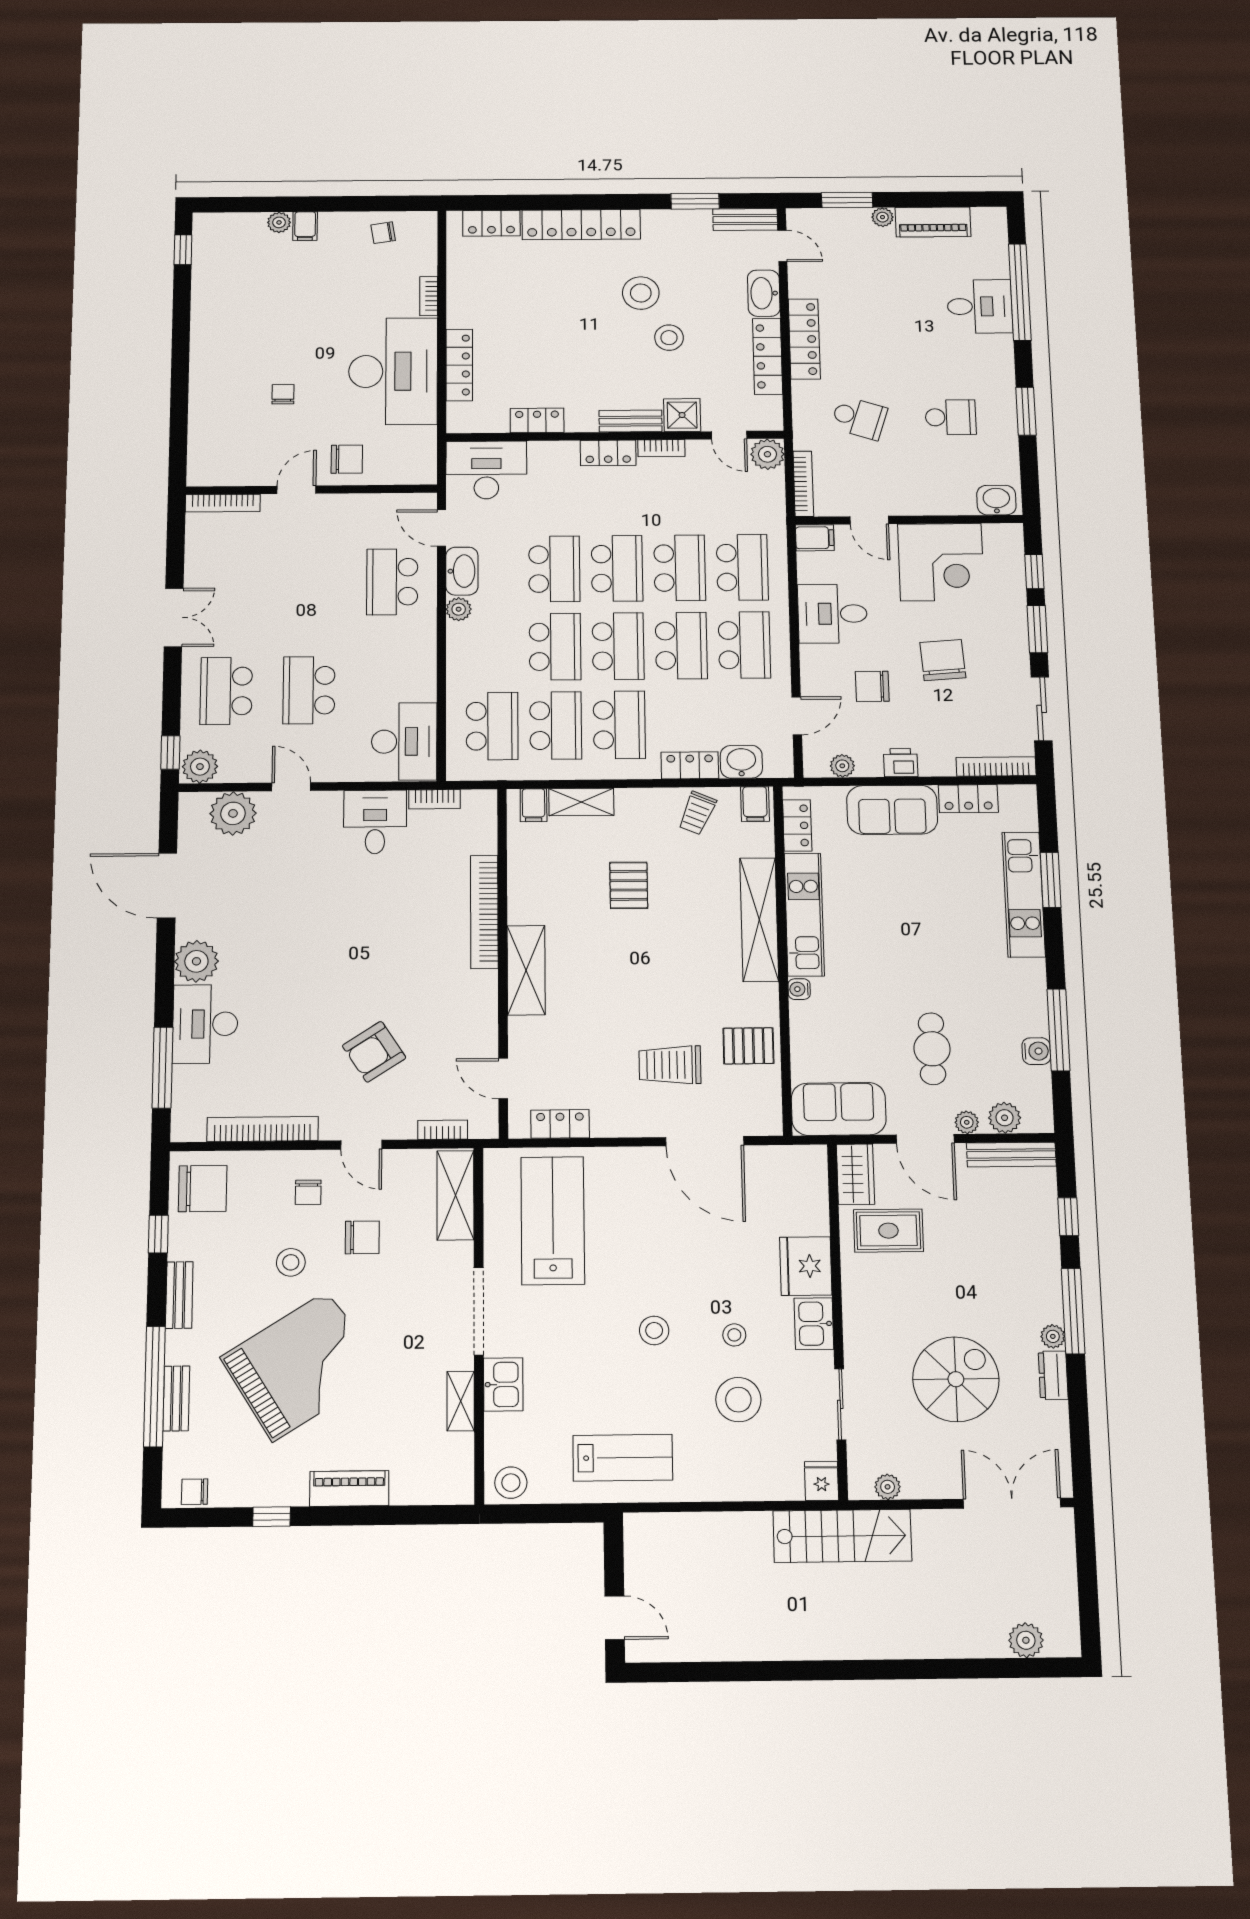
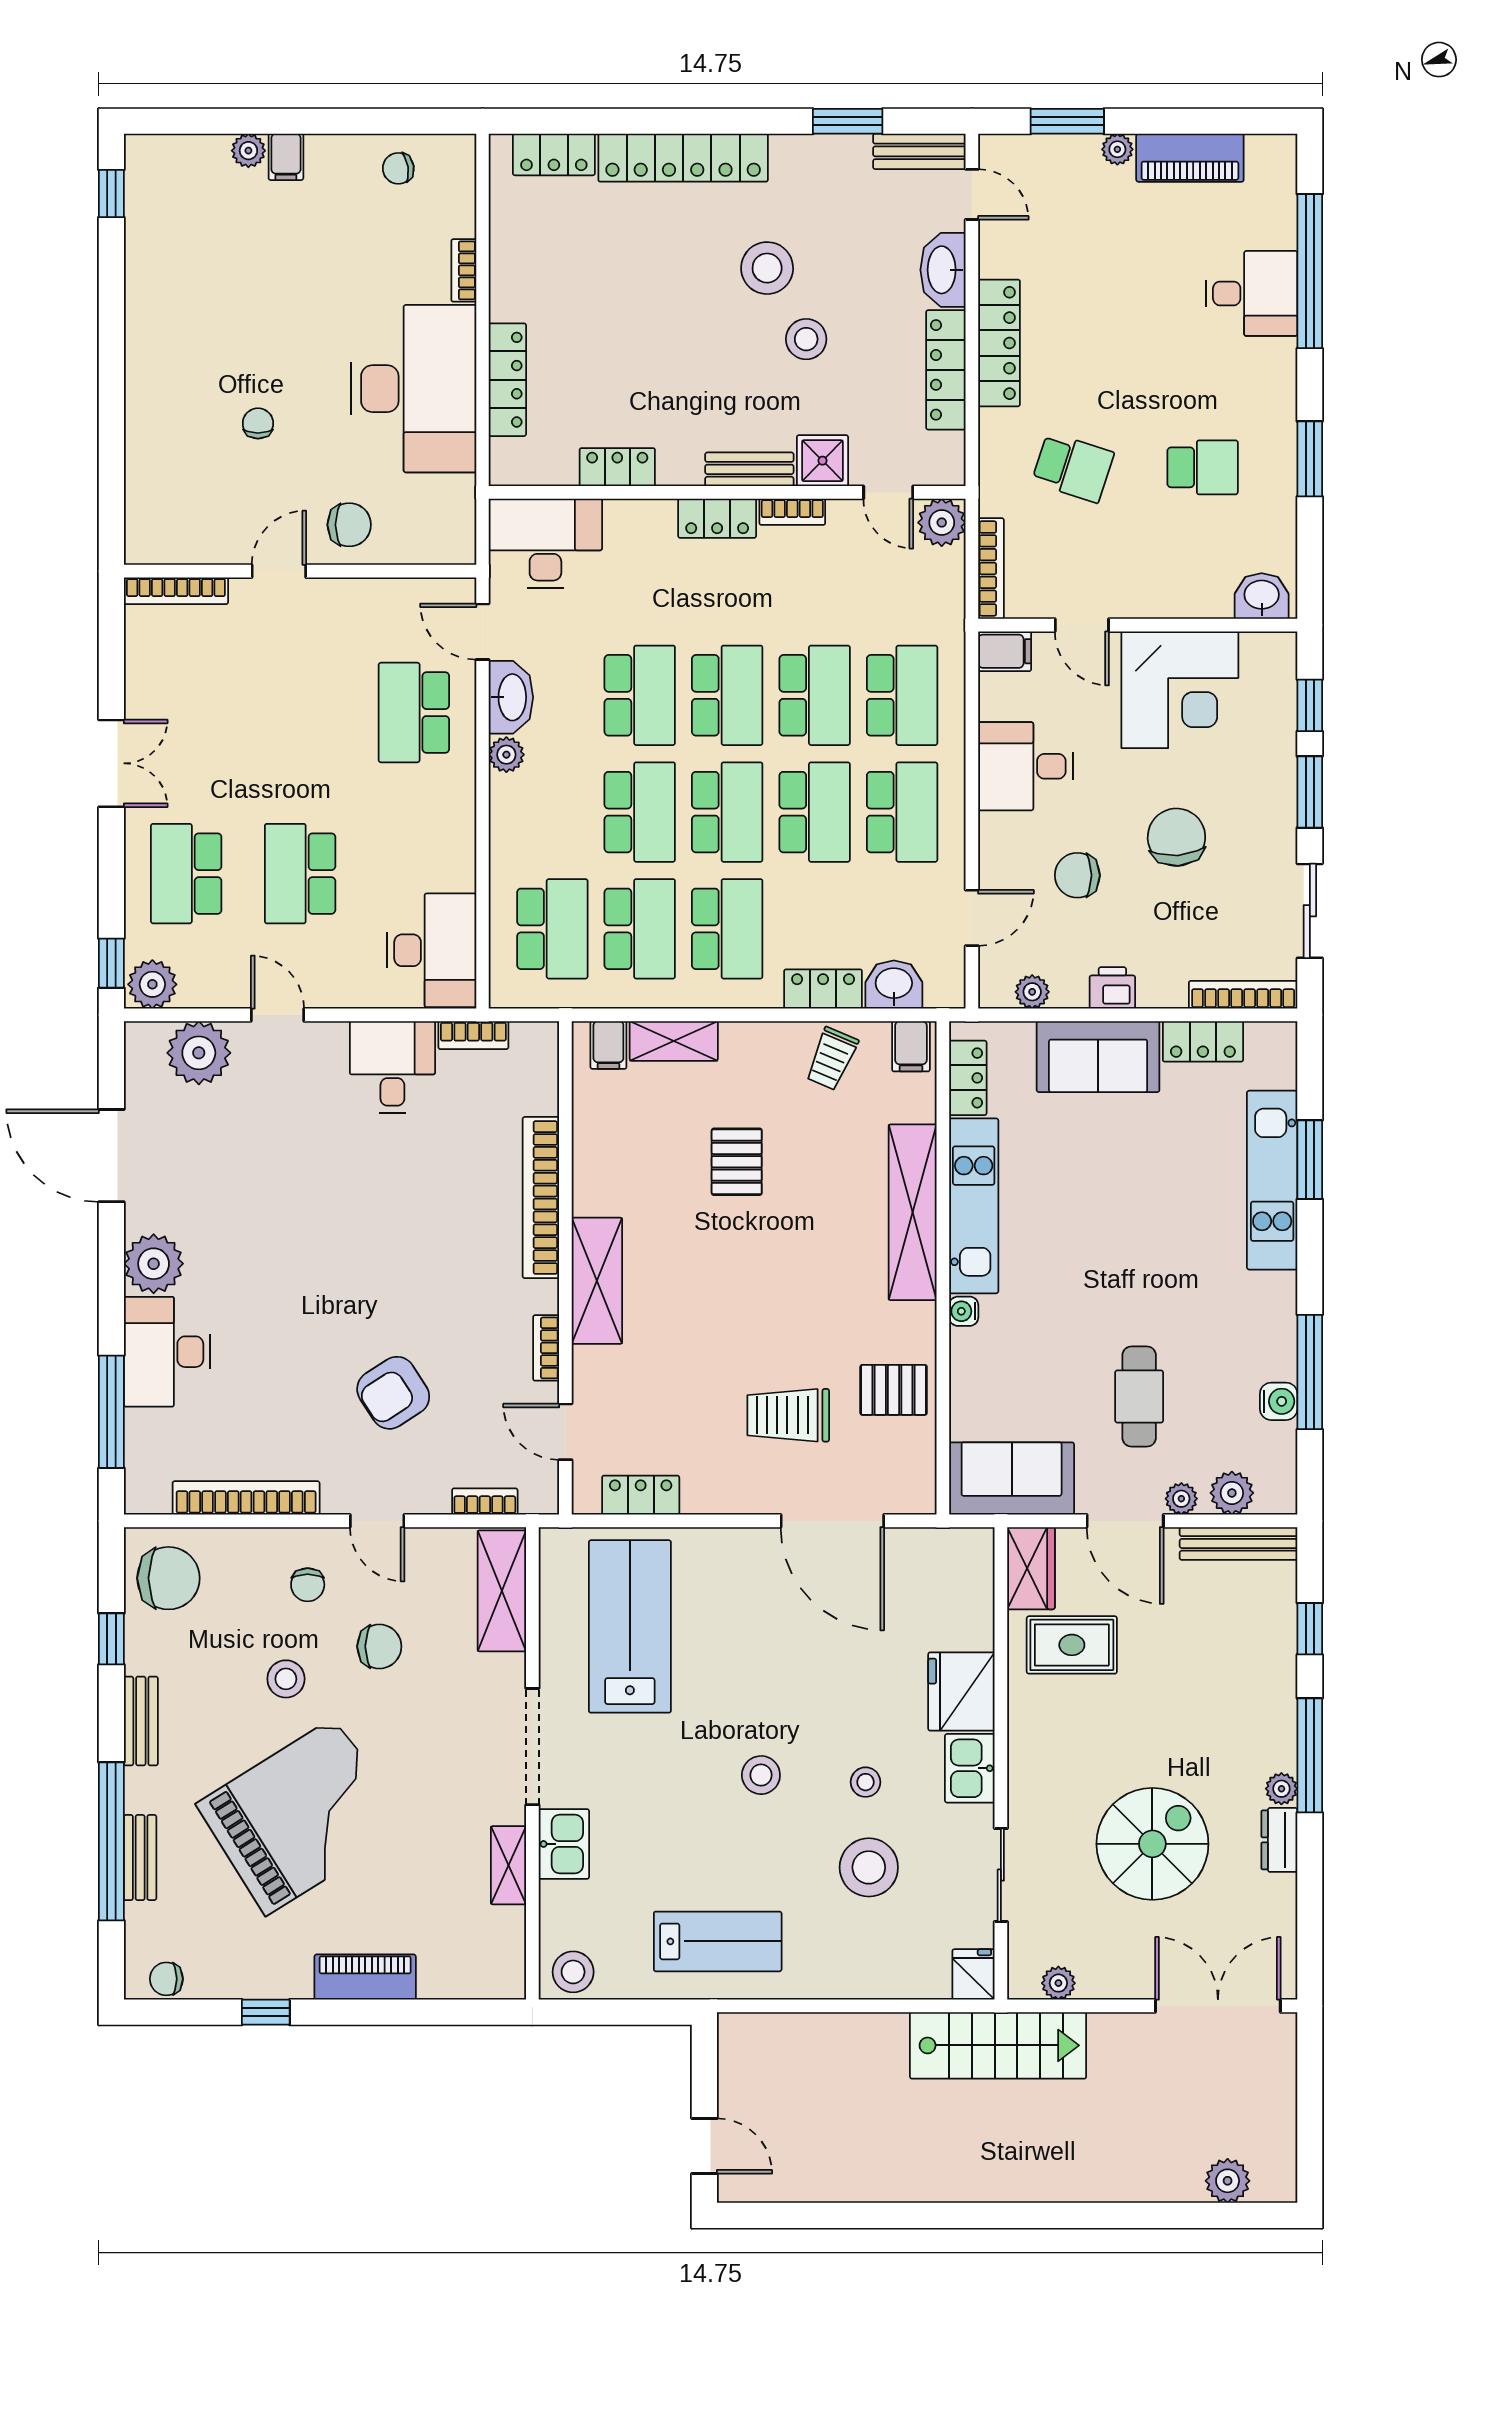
bookcase: (489, 1018) -> (546, 1348), added

